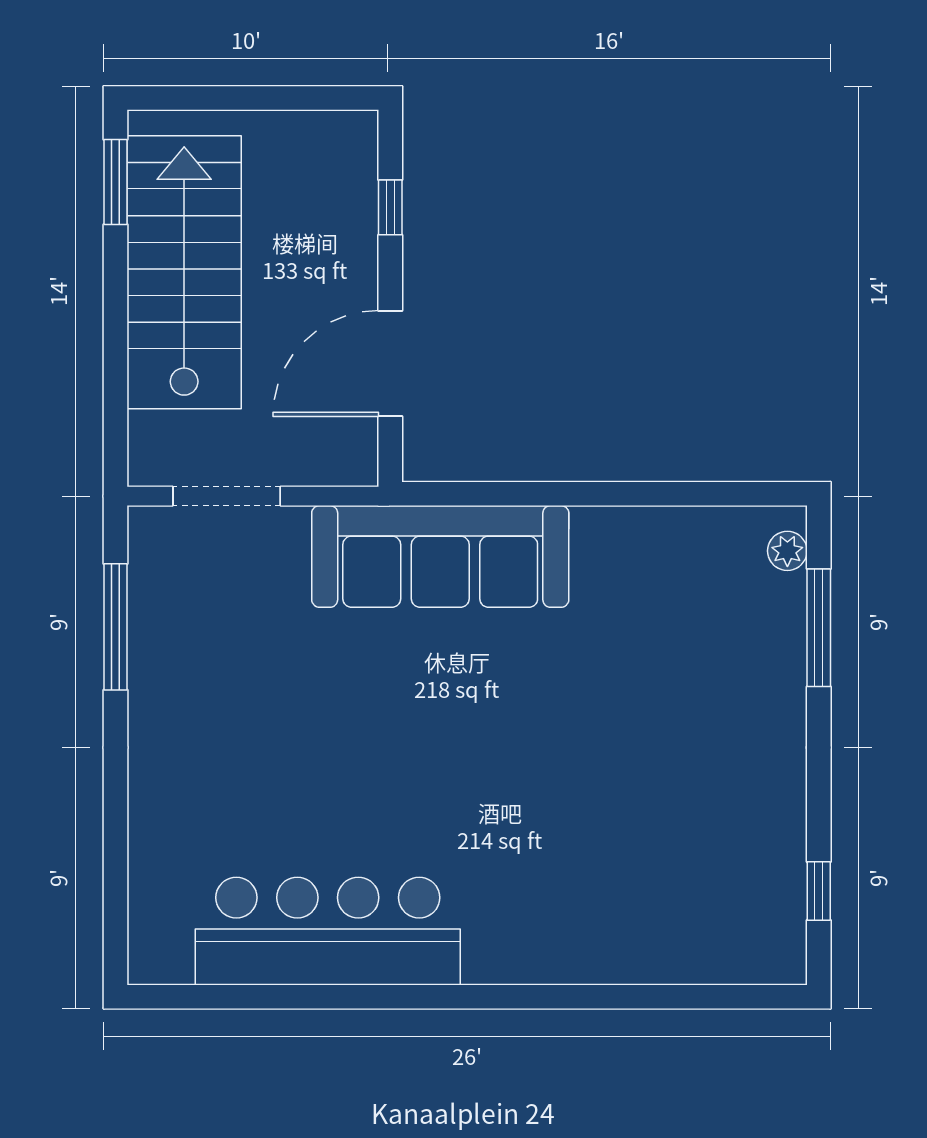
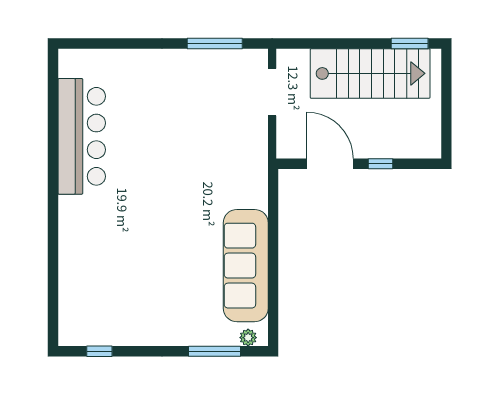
window: (390, 207) -> (380, 164), moved
sofa: (440, 556) -> (246, 266), moved

